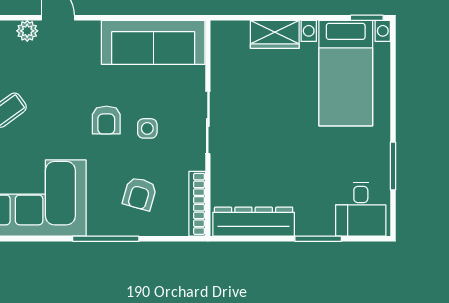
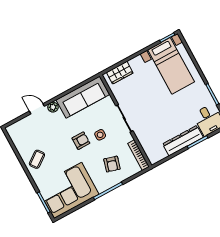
plant: (27, 31) -> (53, 107), moved
wardrobe: (275, 34) -> (120, 73), moved
armchair: (106, 120) -> (81, 141), turned -90
dresser: (254, 222) -> (183, 141), moved

